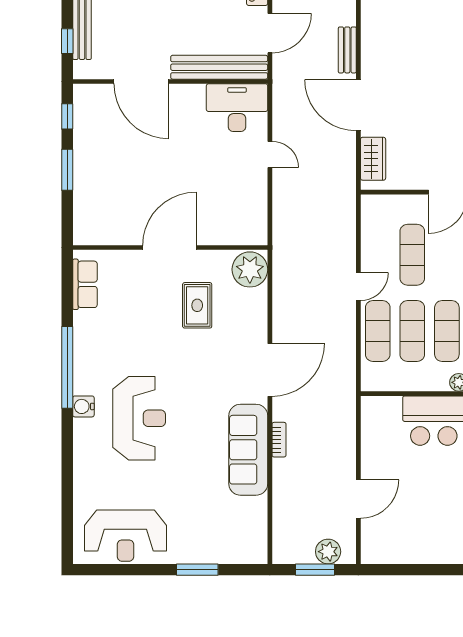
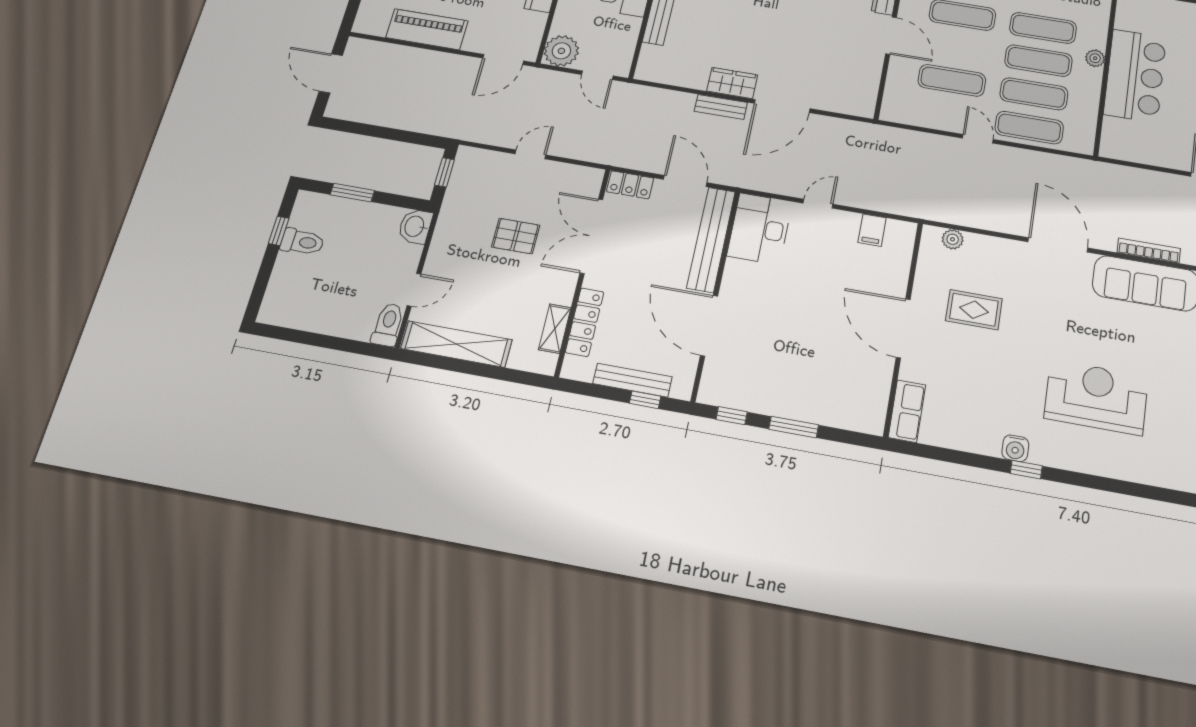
door: (141, 81) -> (709, 326), swing flipped
wardrobe: (373, 159) -> (732, 83), moved
filing cabinet: (254, 206) -> (872, 230), added
plant: (250, 269) -> (953, 239), width x0.53, depth x0.53
row of seats: (85, 284) -> (907, 411), moved, turned 90
window: (67, 367) -> (1026, 470), width x0.32
water cooler: (83, 406) -> (1015, 448), moved
bookcase: (279, 440) -> (1149, 251), width x1.56

